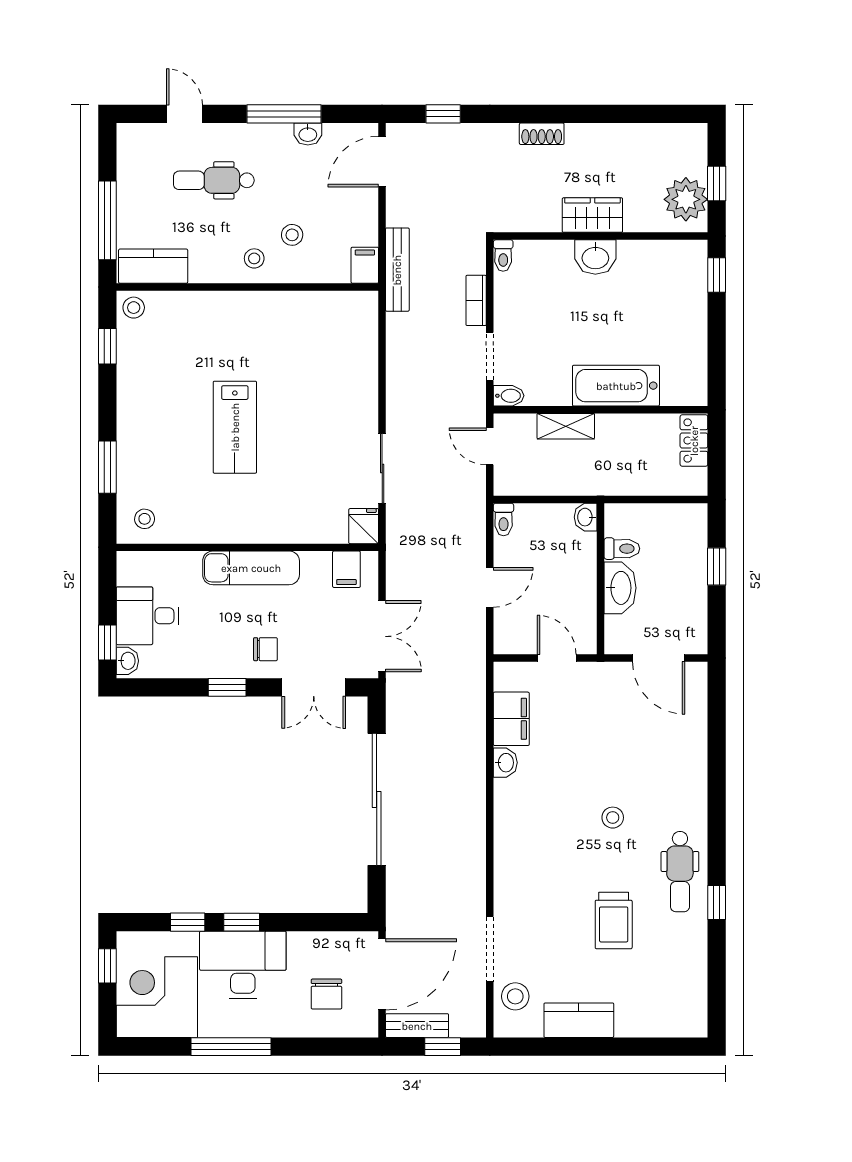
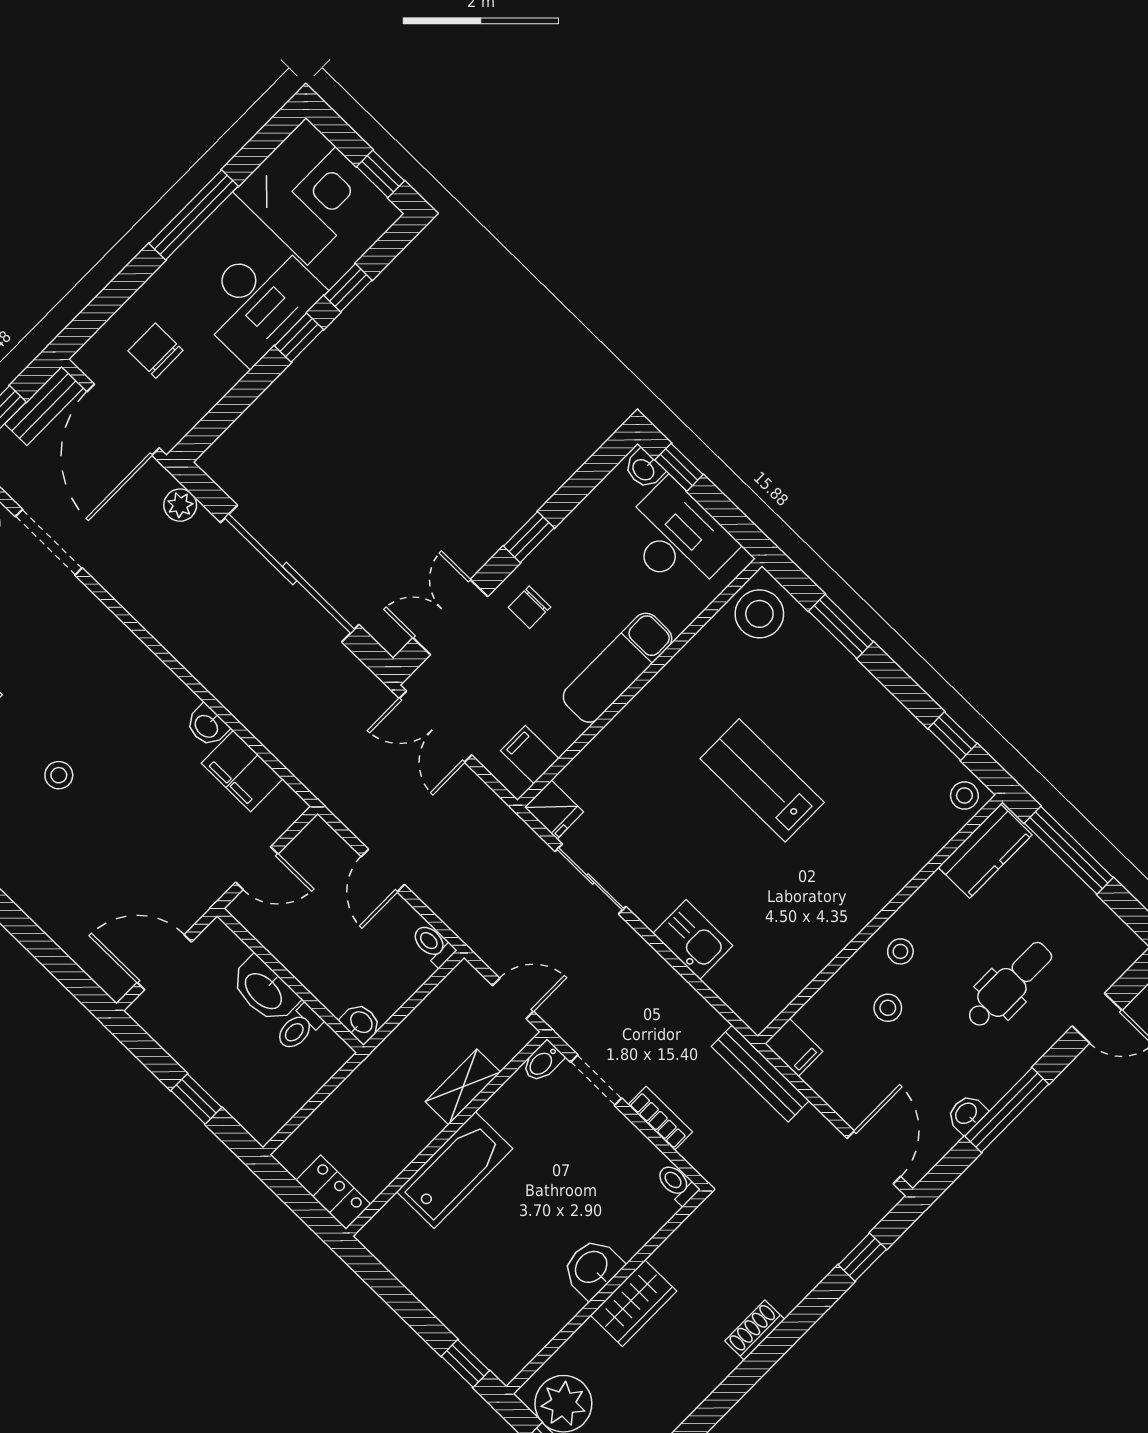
kitchen sink: (360, 379) -> (693, 940), added
stool: (145, 519) -> (759, 614), width x1.89, depth x1.89
desk: (148, 616) -> (677, 538), width x1.37
plant: (398, 897) -> (180, 505), added

